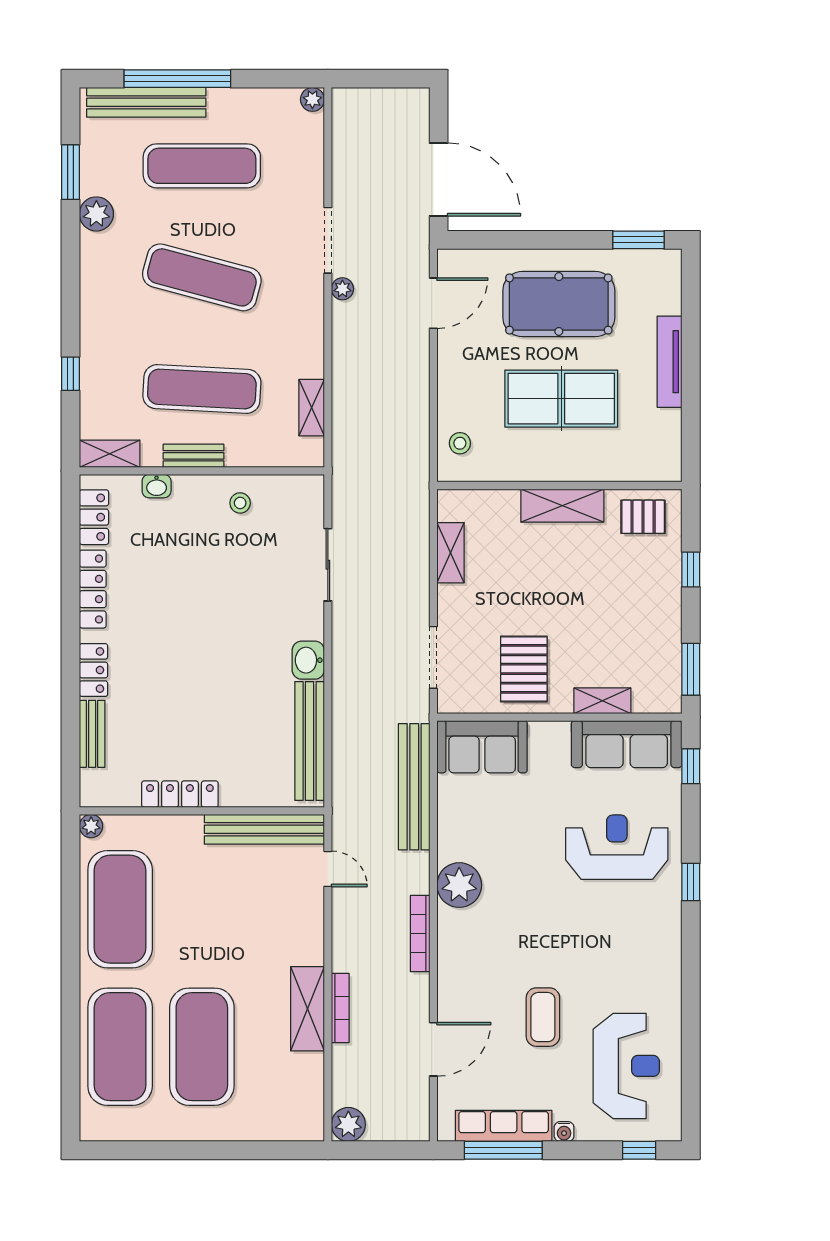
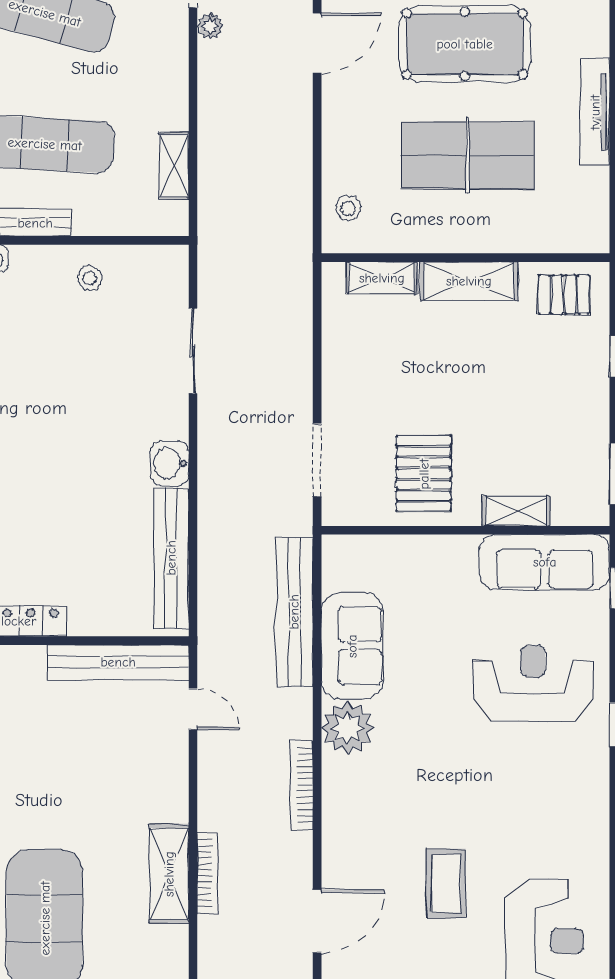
shelving: (451, 553) -> (382, 278), moved, turned 90
sofa: (482, 747) -> (352, 646), moved, turned -90

